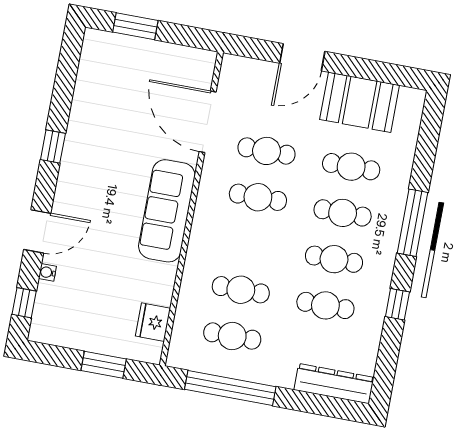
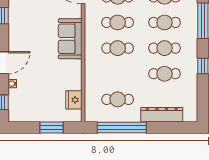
sofa: (167, 211) -> (70, 39), width x0.73
cafe table: (241, 290) -> (118, 48), moved
dresser: (334, 384) -> (162, 115), moved

